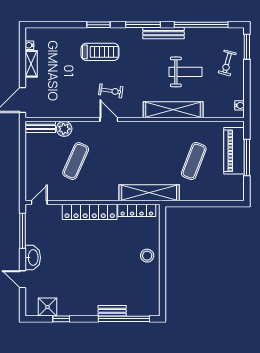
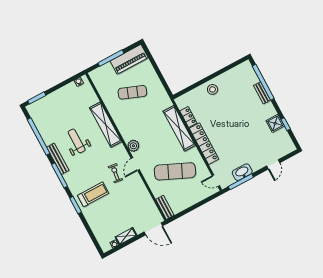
treadmill: (100, 52) -> (93, 194), turned 90
exercise bike: (227, 63) -> (55, 105), removed
weight bench: (186, 72) -> (77, 141), moved
plant: (64, 129) -> (133, 146), moved
piano: (234, 151) -> (129, 59), moved
exercise mat: (76, 161) -> (175, 171), width x1.36, depth x1.45
shelving: (149, 193) -> (179, 128), moved
locker: (137, 210) -> (188, 117), width x0.66
washbasin: (33, 258) -> (242, 172), moved
shower: (47, 307) -> (275, 123), moved

